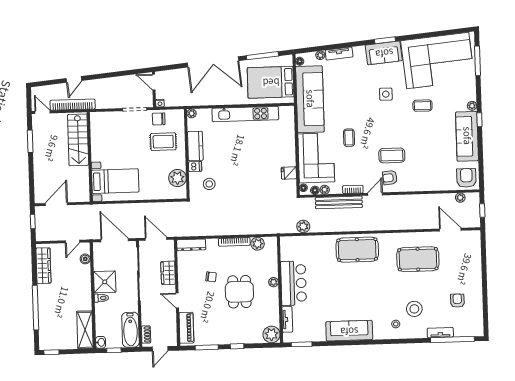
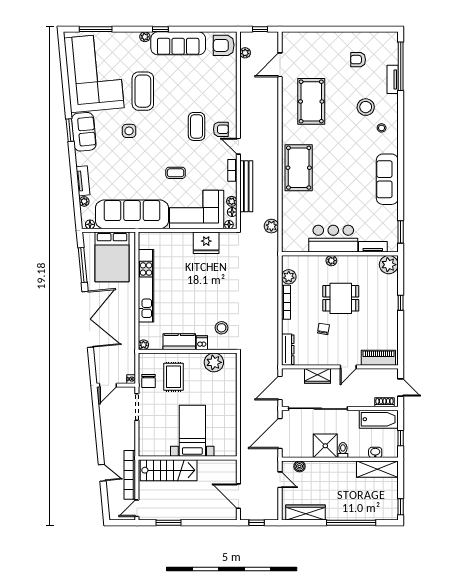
coffee table: (422, 106) -> (143, 91), width x1.86, depth x1.72
fridge: (289, 173) -> (206, 243), width x1.88, depth x1.34
armchair: (390, 178) -> (221, 129), turned -84
bed with nightstands: (115, 181) -> (192, 431), moved
washbasin: (101, 342) -> (375, 452), moved
window: (207, 347) -> (401, 336), removed

